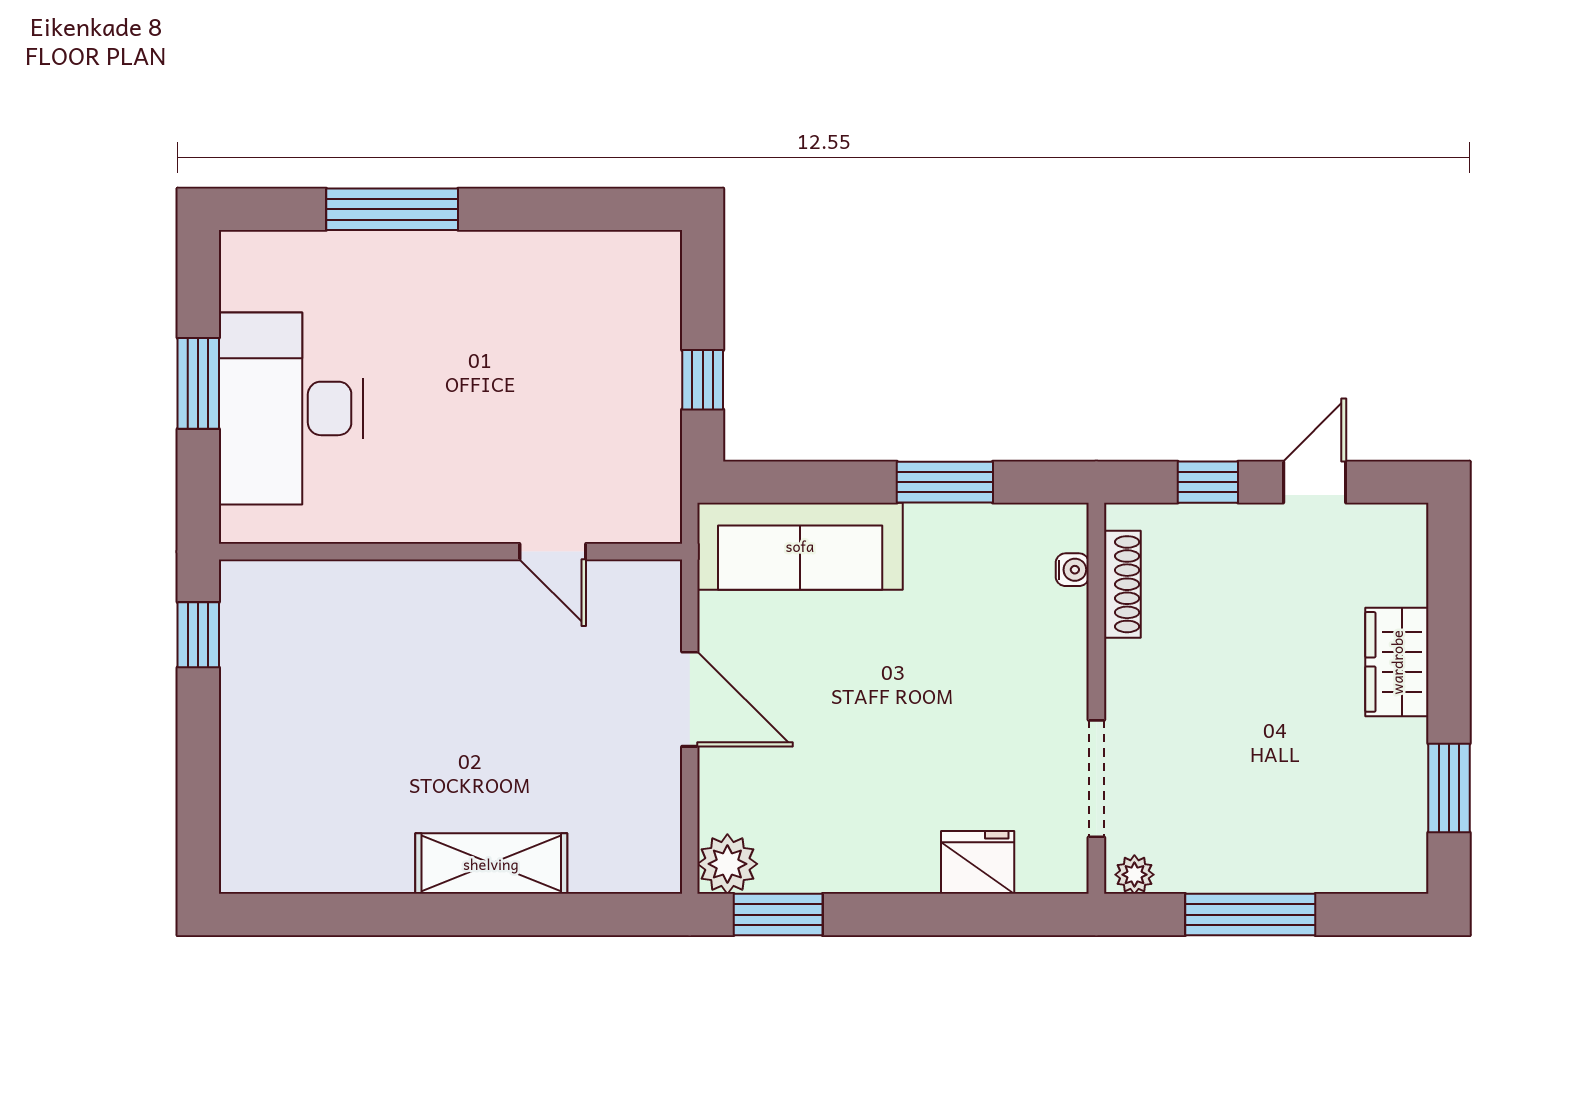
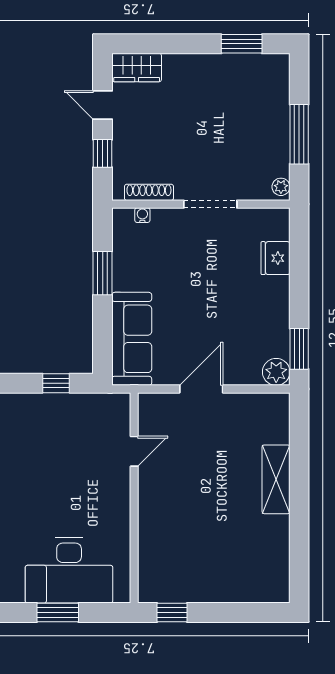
wardrobe: (1397, 662) -> (137, 68), moved
doorway: (1096, 779) -> (210, 204), moved

